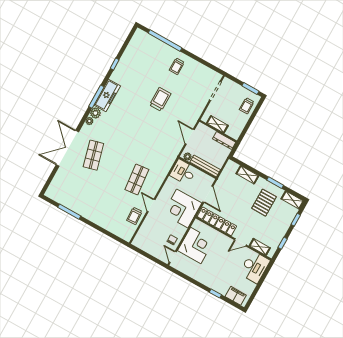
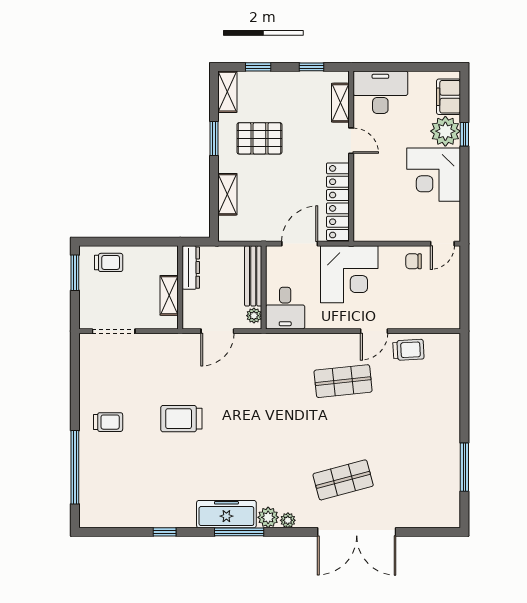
corner desk: (196, 246) -> (434, 175), moved, turned -90
plant: (221, 286) -> (445, 131), added

